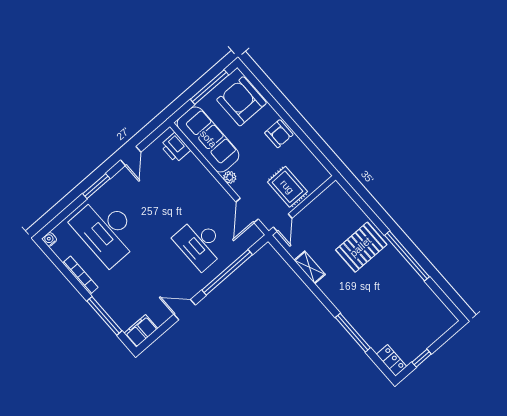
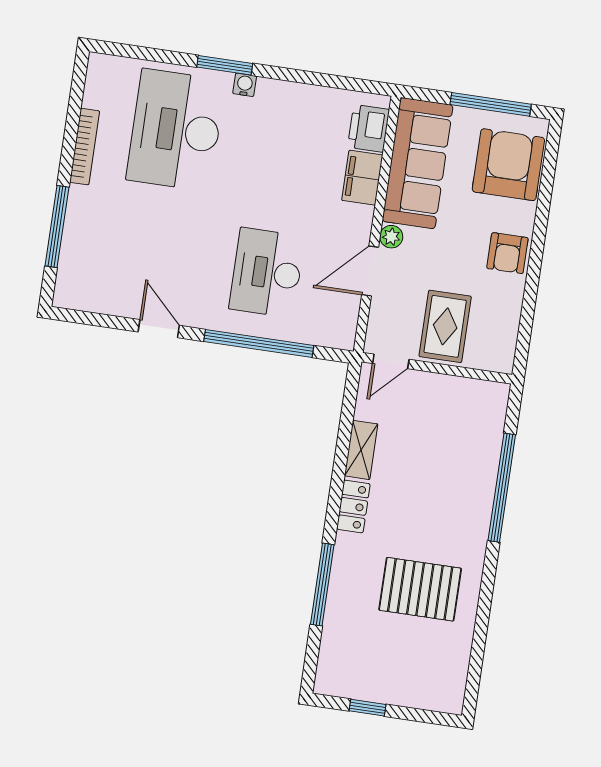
door: (131, 156) -> (305, 77), removed
door: (247, 210) -> (370, 271), moved
water cooler: (49, 239) -> (245, 85), moved
pallet: (361, 247) -> (420, 589), moved
window: (407, 256) -> (502, 488), moved
filing cabinet: (141, 331) -> (362, 178), moved, turned -90
locker: (391, 360) -> (353, 506), moved

